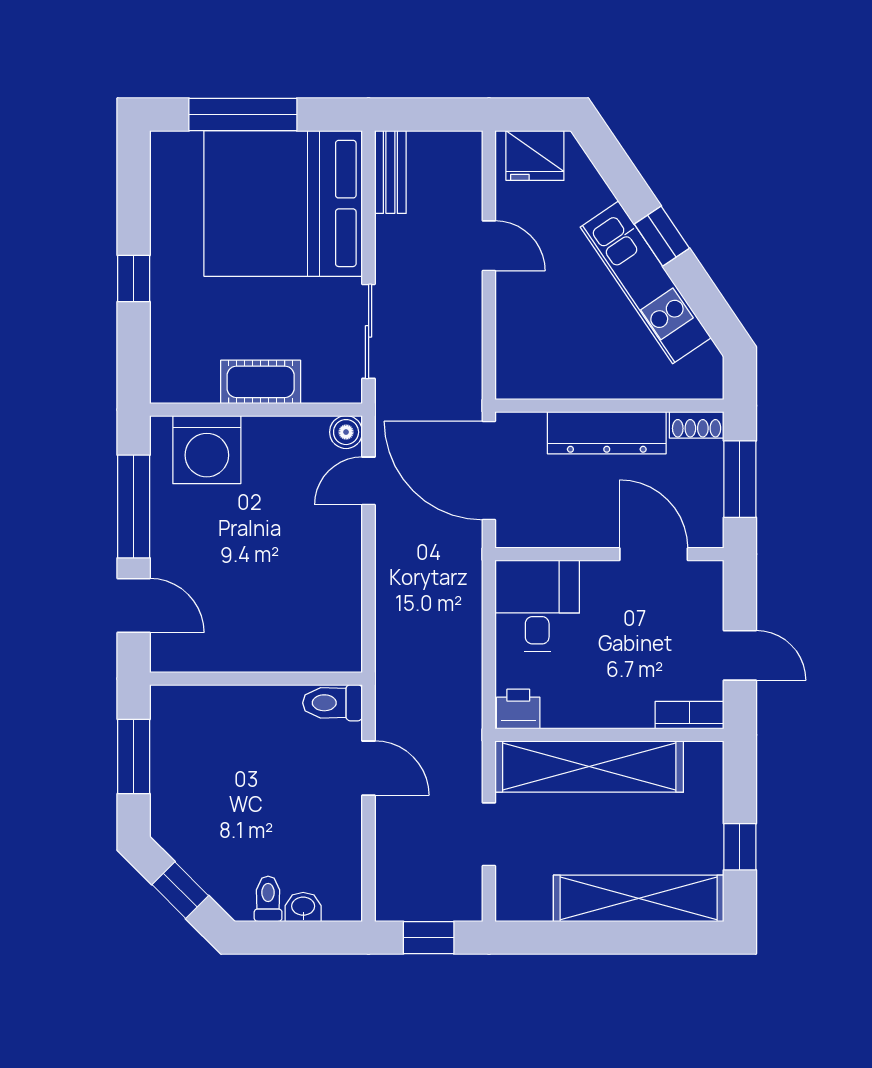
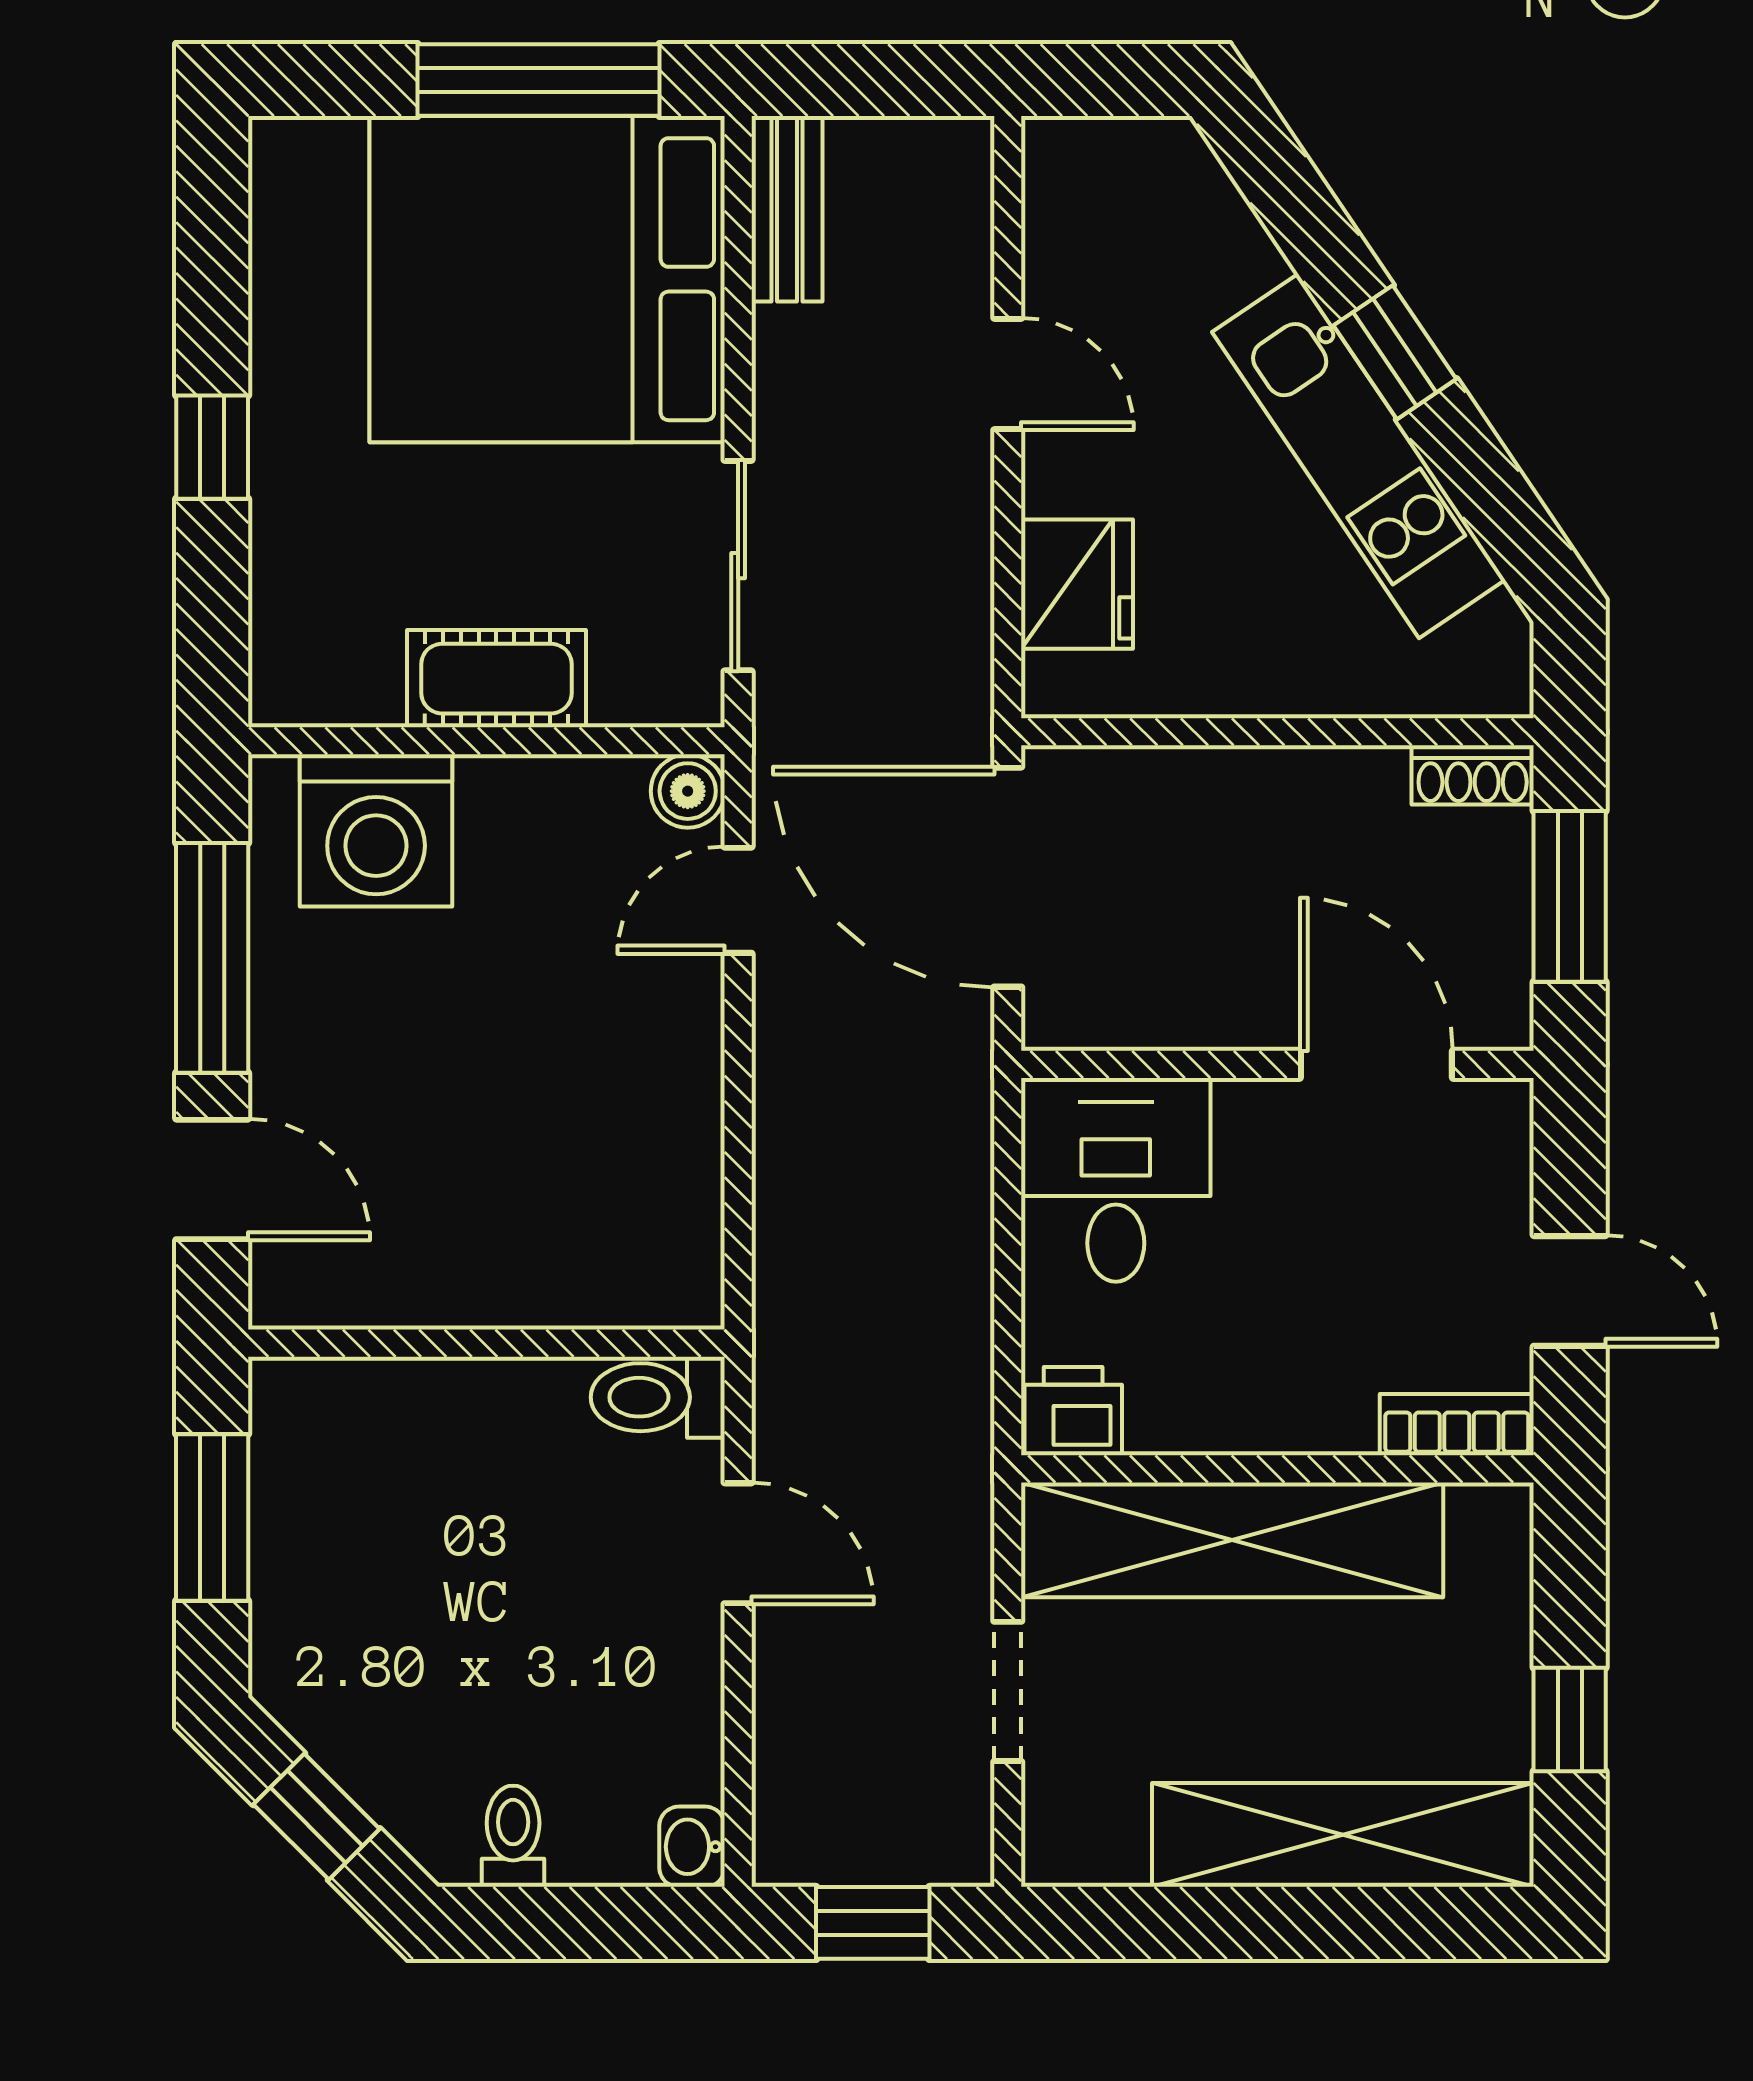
window: (243, 114) -> (538, 80), moved
fridge: (535, 155) -> (1077, 584), moved, turned -90
dresser: (607, 433) -> (1272, 793), removed
washbasin: (303, 907) -> (692, 1847), moved, turned -90

